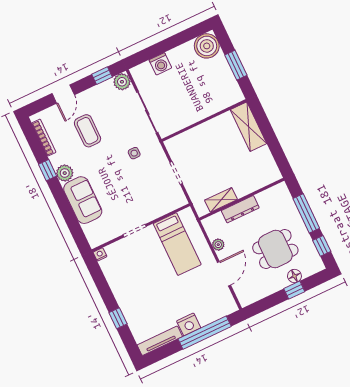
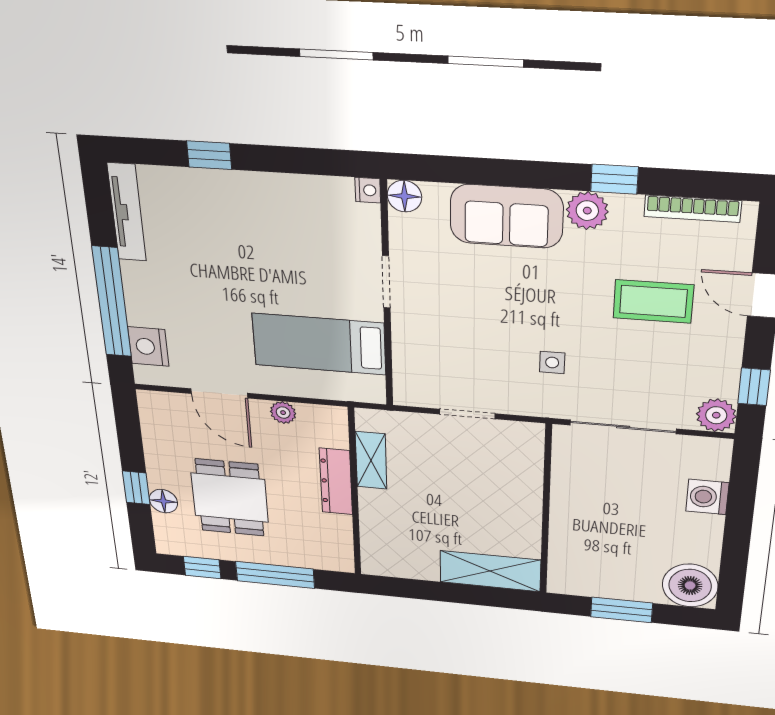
floor lamp: (95, 240) -> (404, 196), added
nightstand: (189, 324) -> (148, 347), moved

